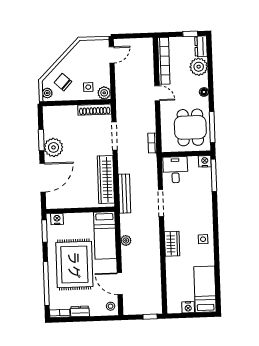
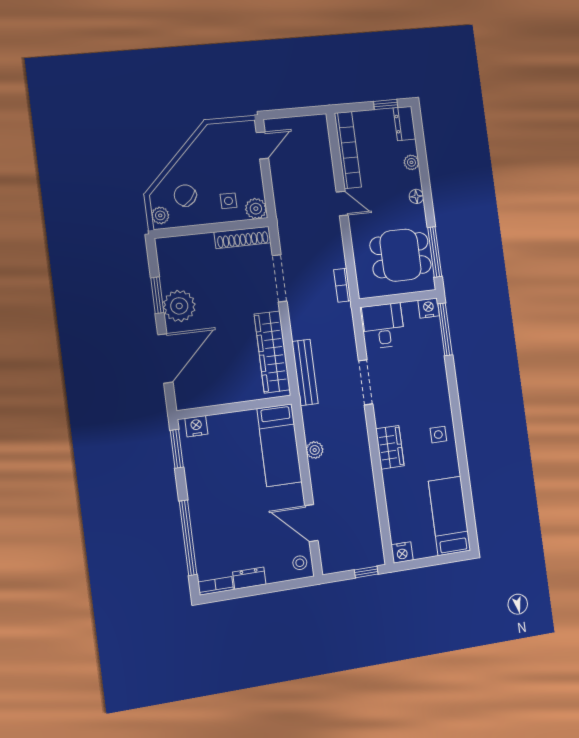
plant: (199, 67) -> (411, 162), width x0.53, depth x0.53
dining table: (190, 127) -> (401, 255), turned 90
rug: (74, 265) -> (233, 500), removed
nightstand: (188, 307) -> (402, 552), moved

